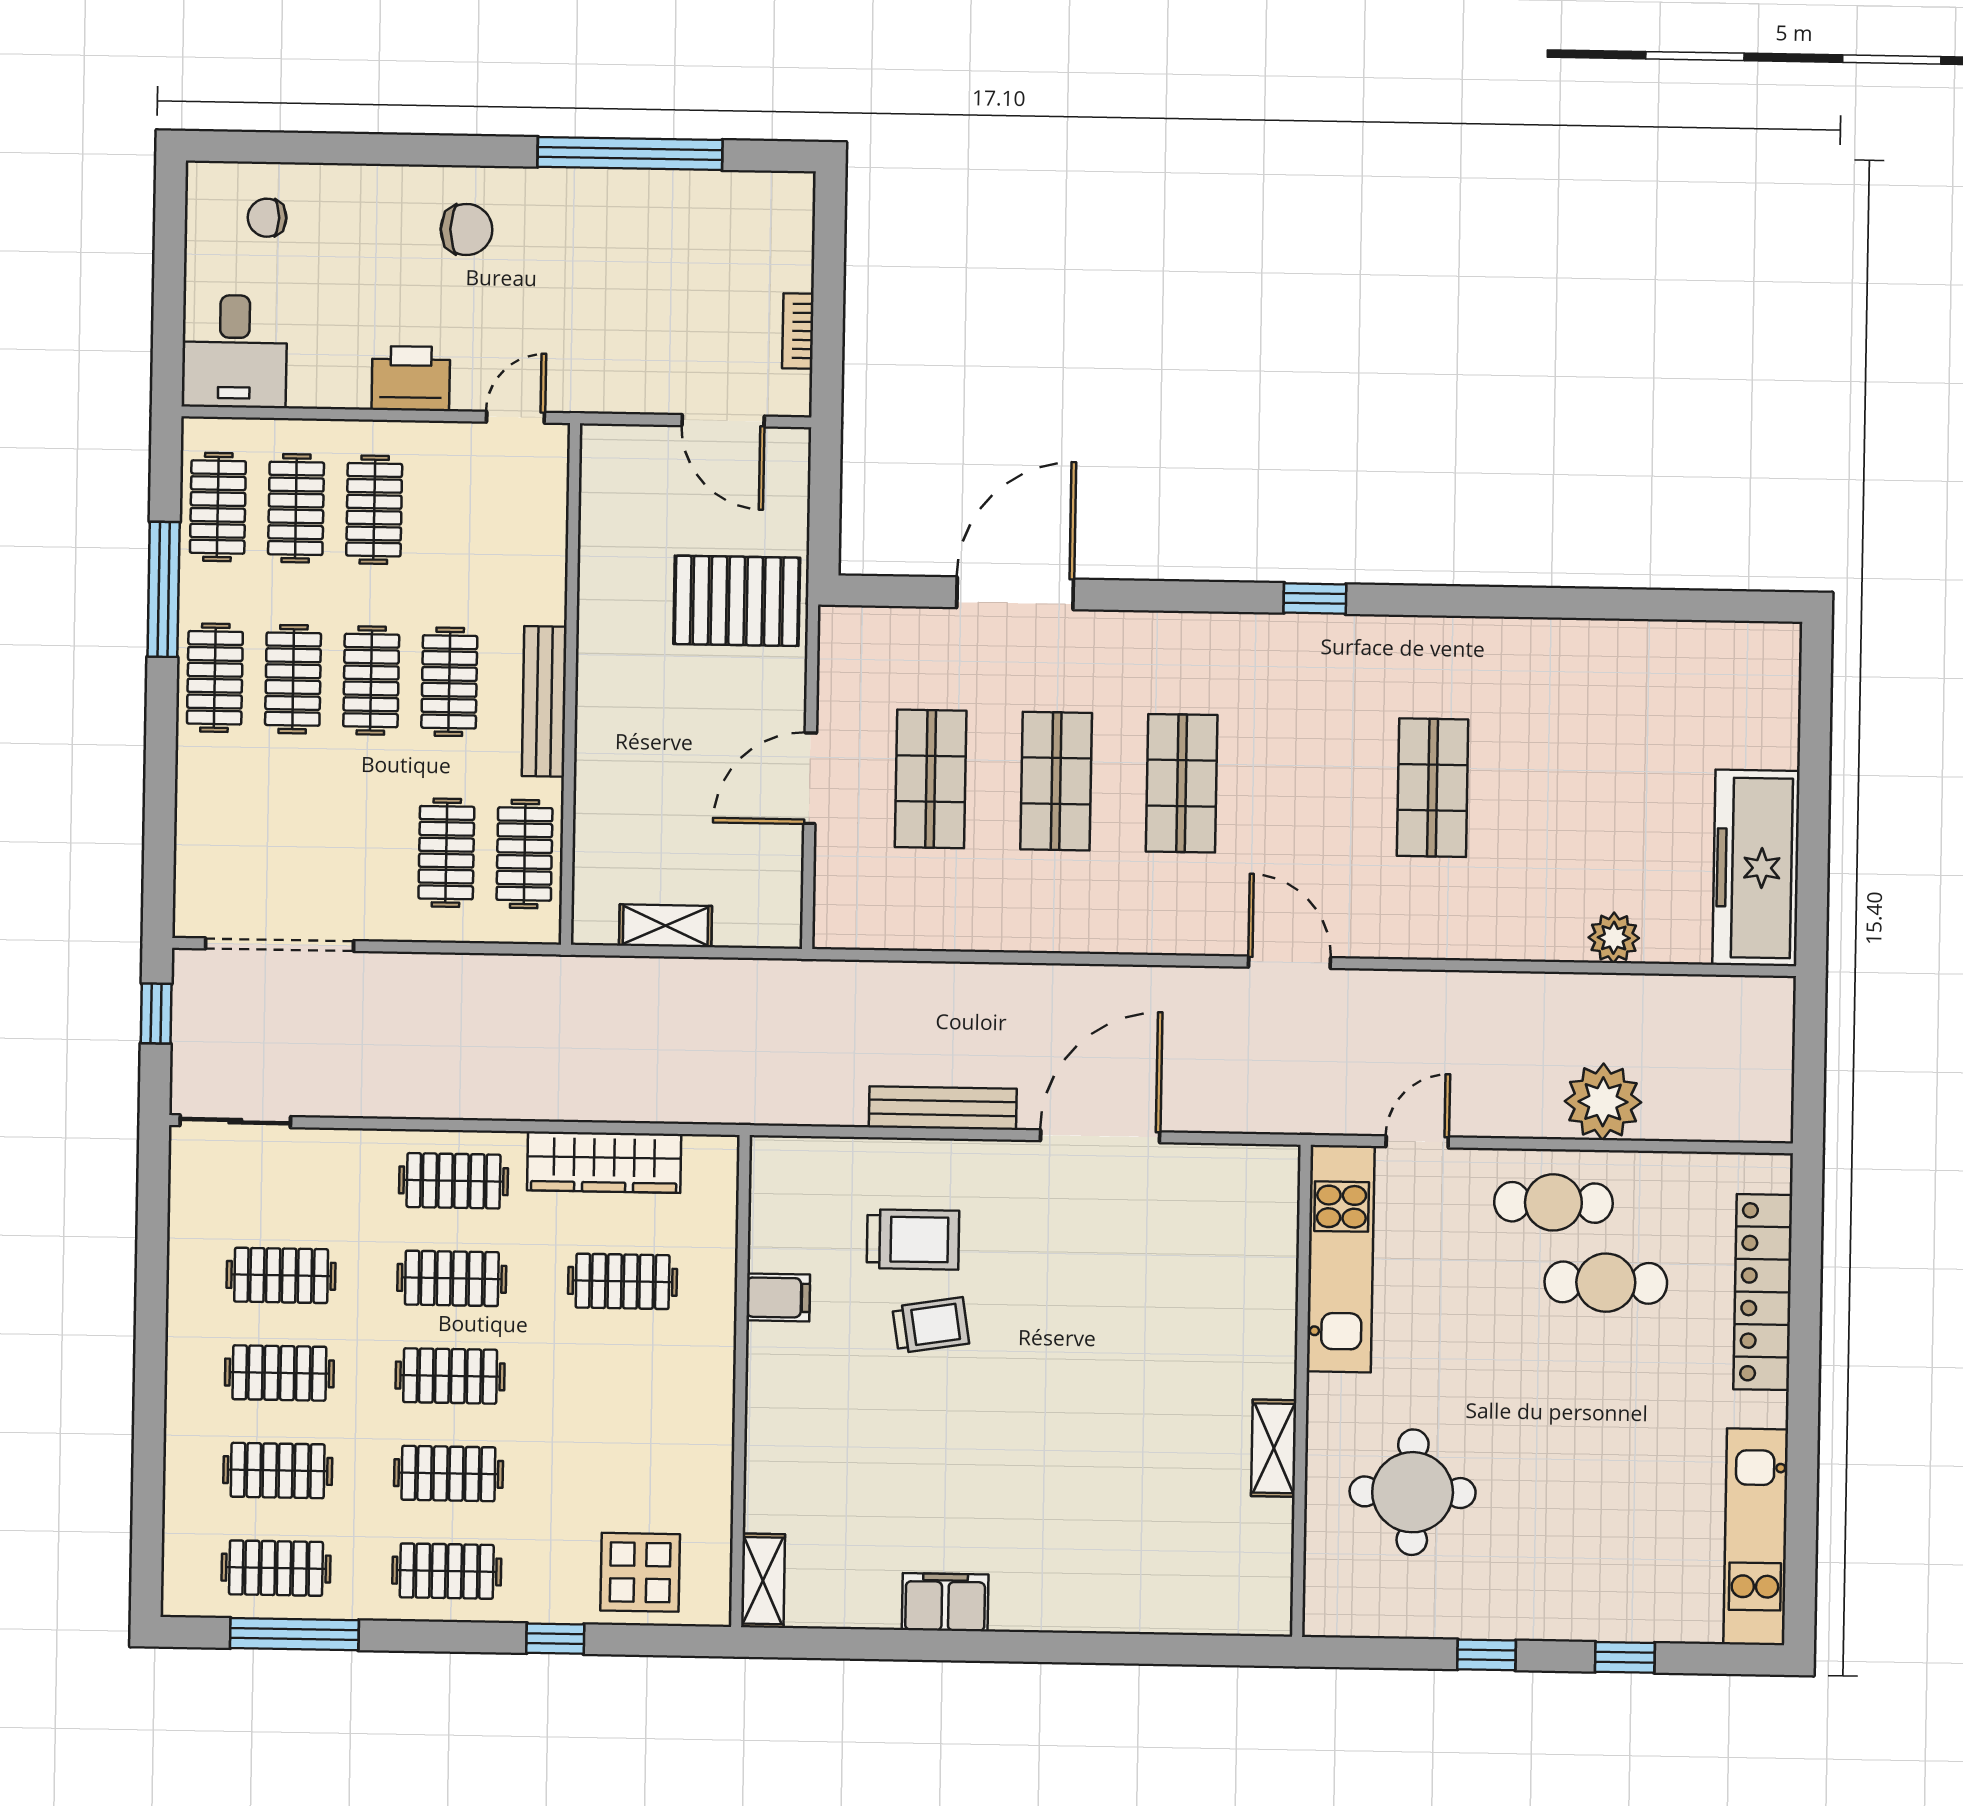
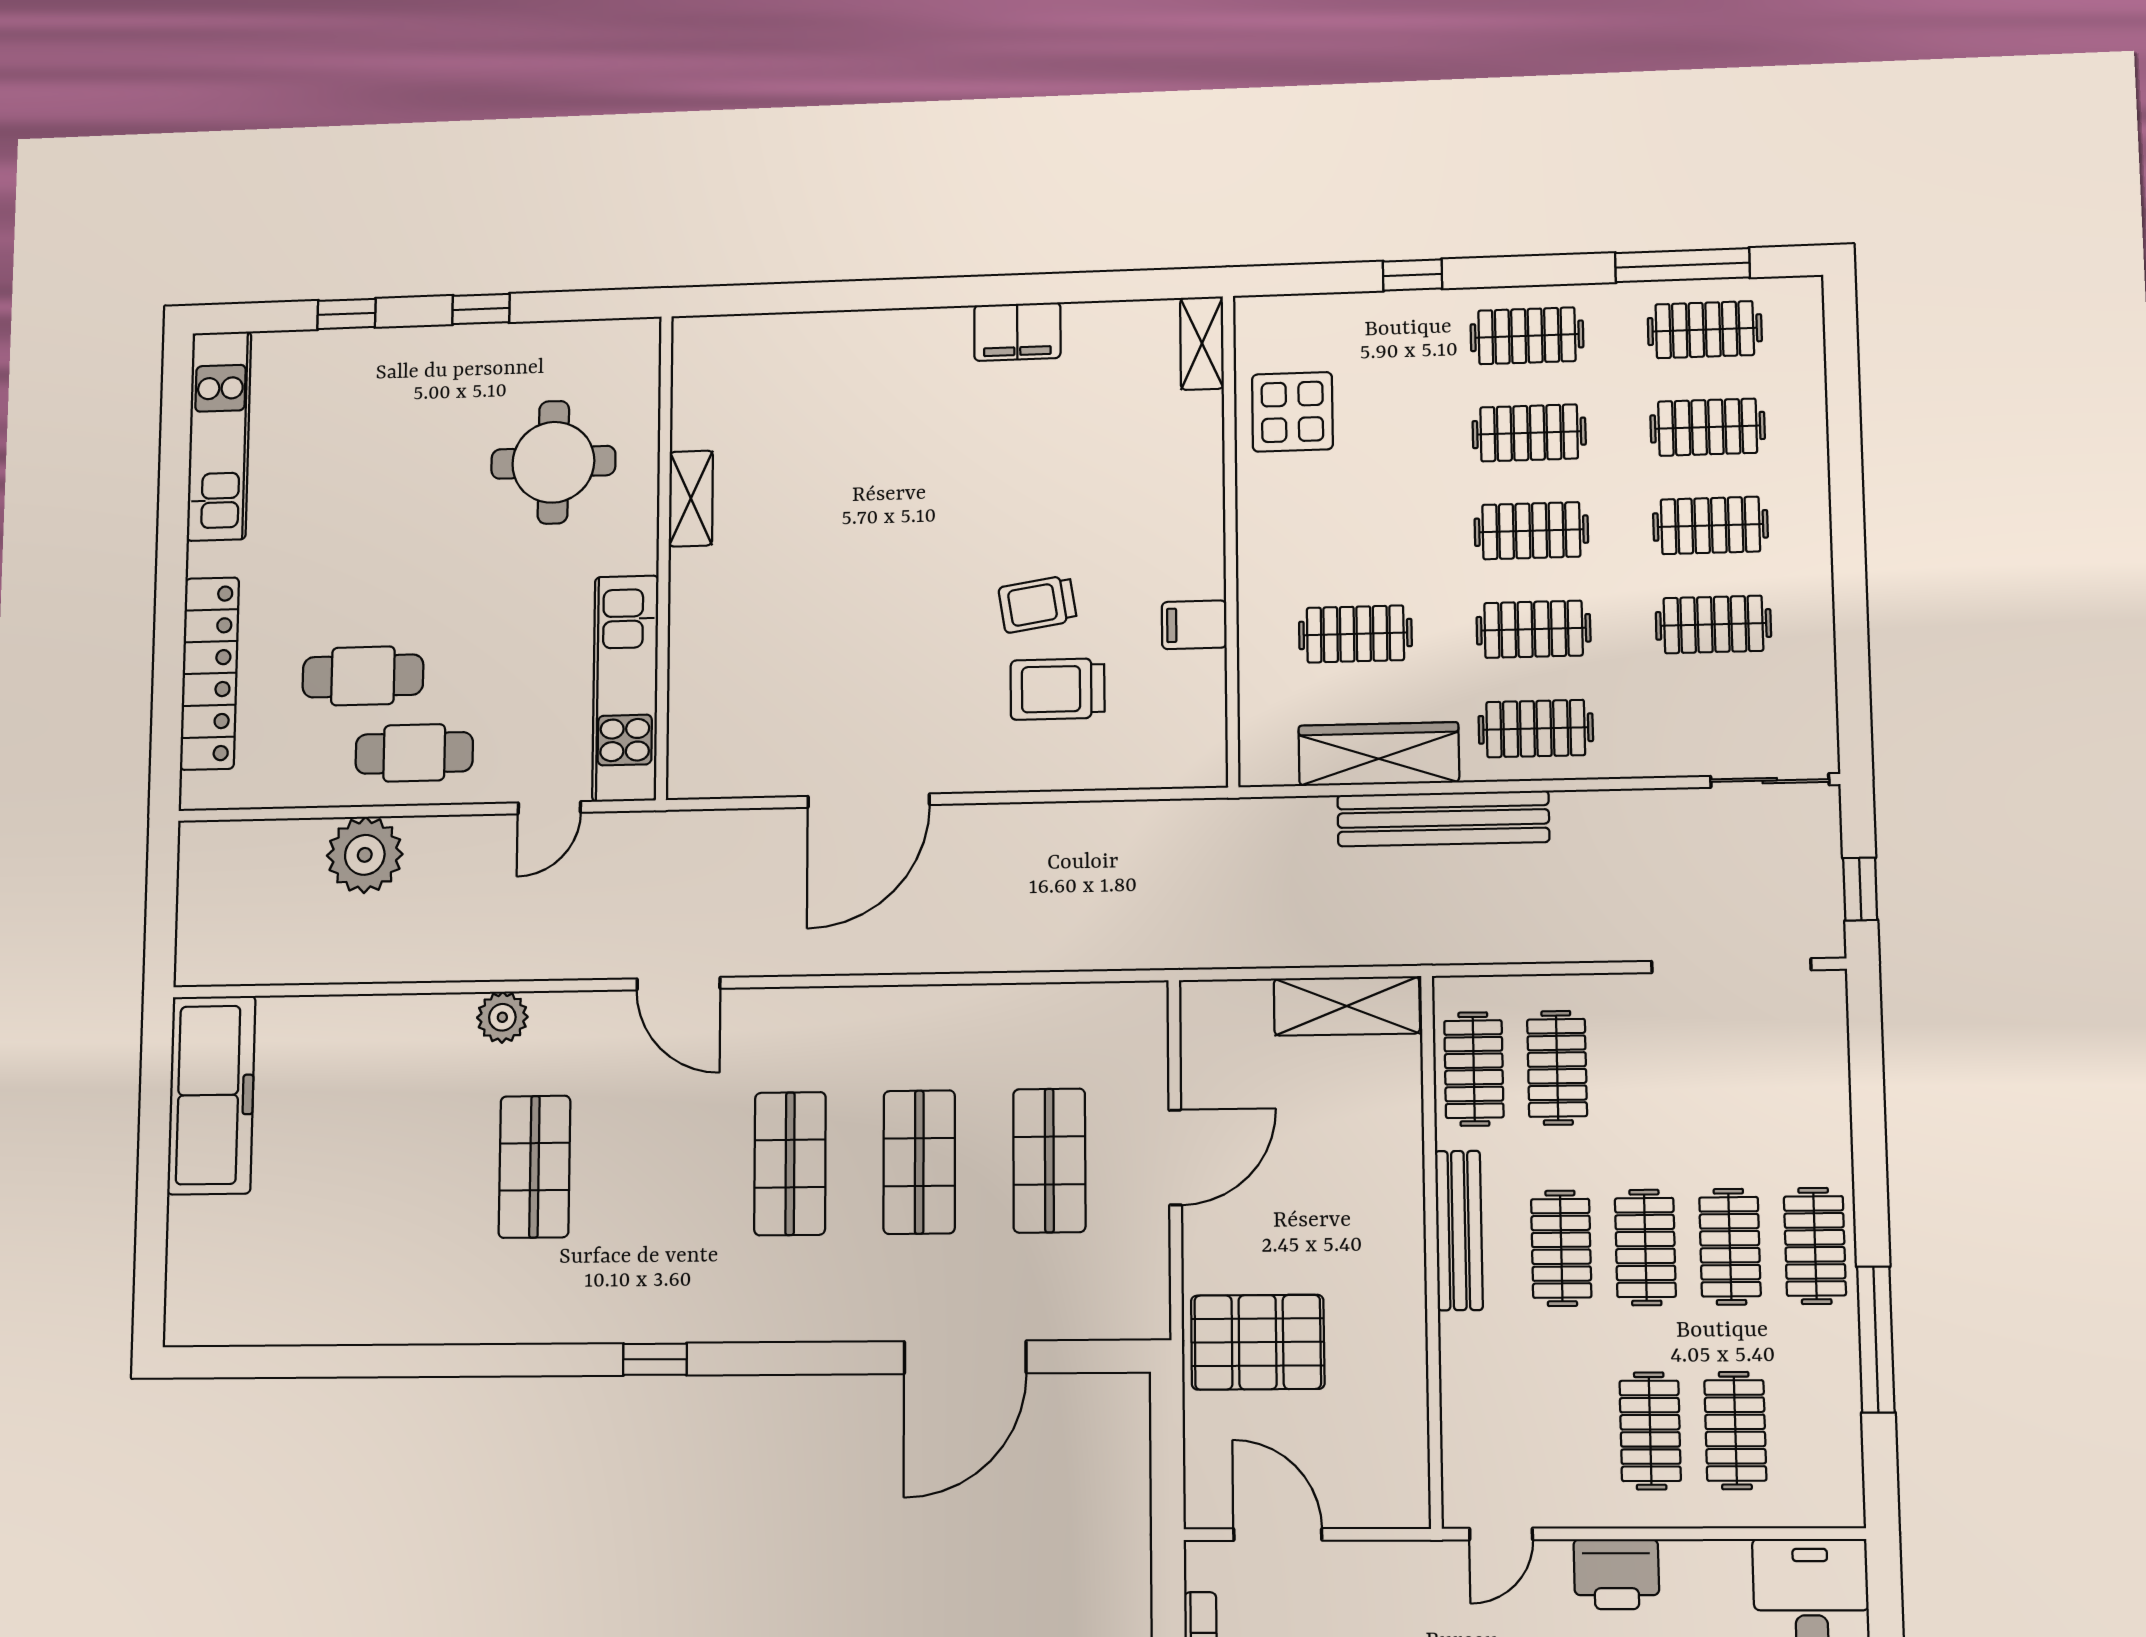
clothes rail: (218, 507) -> (1821, 1430), removed
shelving: (665, 926) -> (1347, 1006), width x1.50, depth x1.33
plant: (1614, 938) -> (502, 1017), moved
bench: (943, 1108) -> (1443, 818), moved, width x1.37, depth x1.21
display table: (640, 1572) -> (1292, 412), moved

